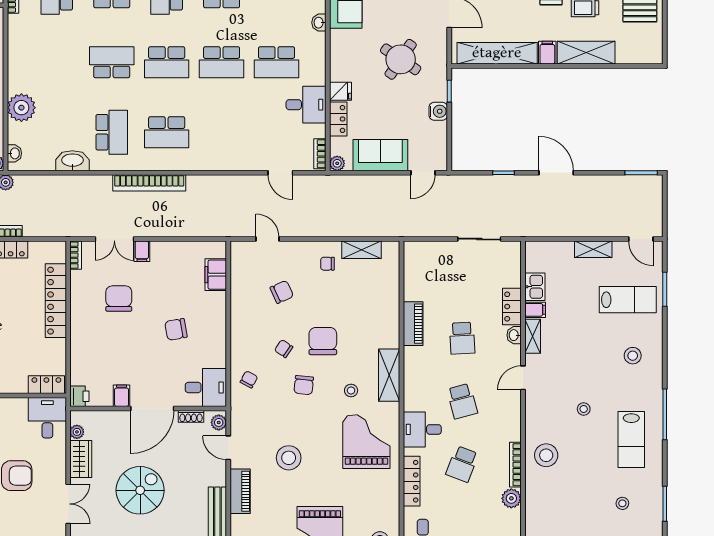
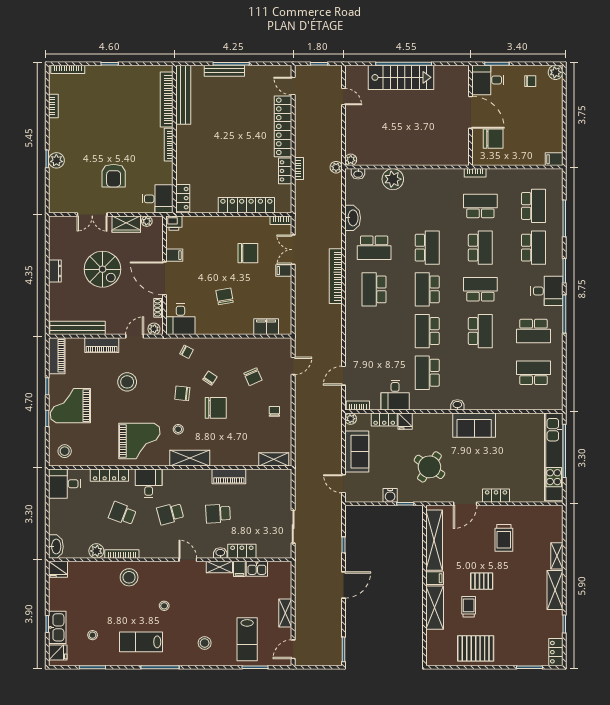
shelving: (362, 250) -> (274, 459), moved, turned 90

